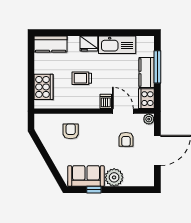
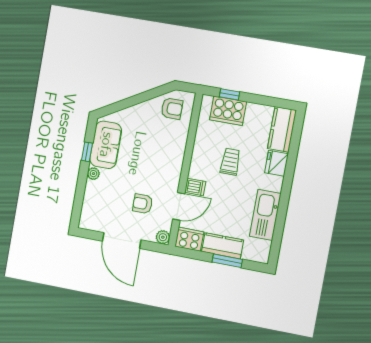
fridge: (89, 43) -> (276, 163), moved
window: (157, 67) -> (227, 261), width x0.69
window: (31, 88) -> (230, 94), added
armchair: (71, 131) -> (172, 109), moved
plant: (114, 177) -> (93, 174), width x0.53, depth x0.53

